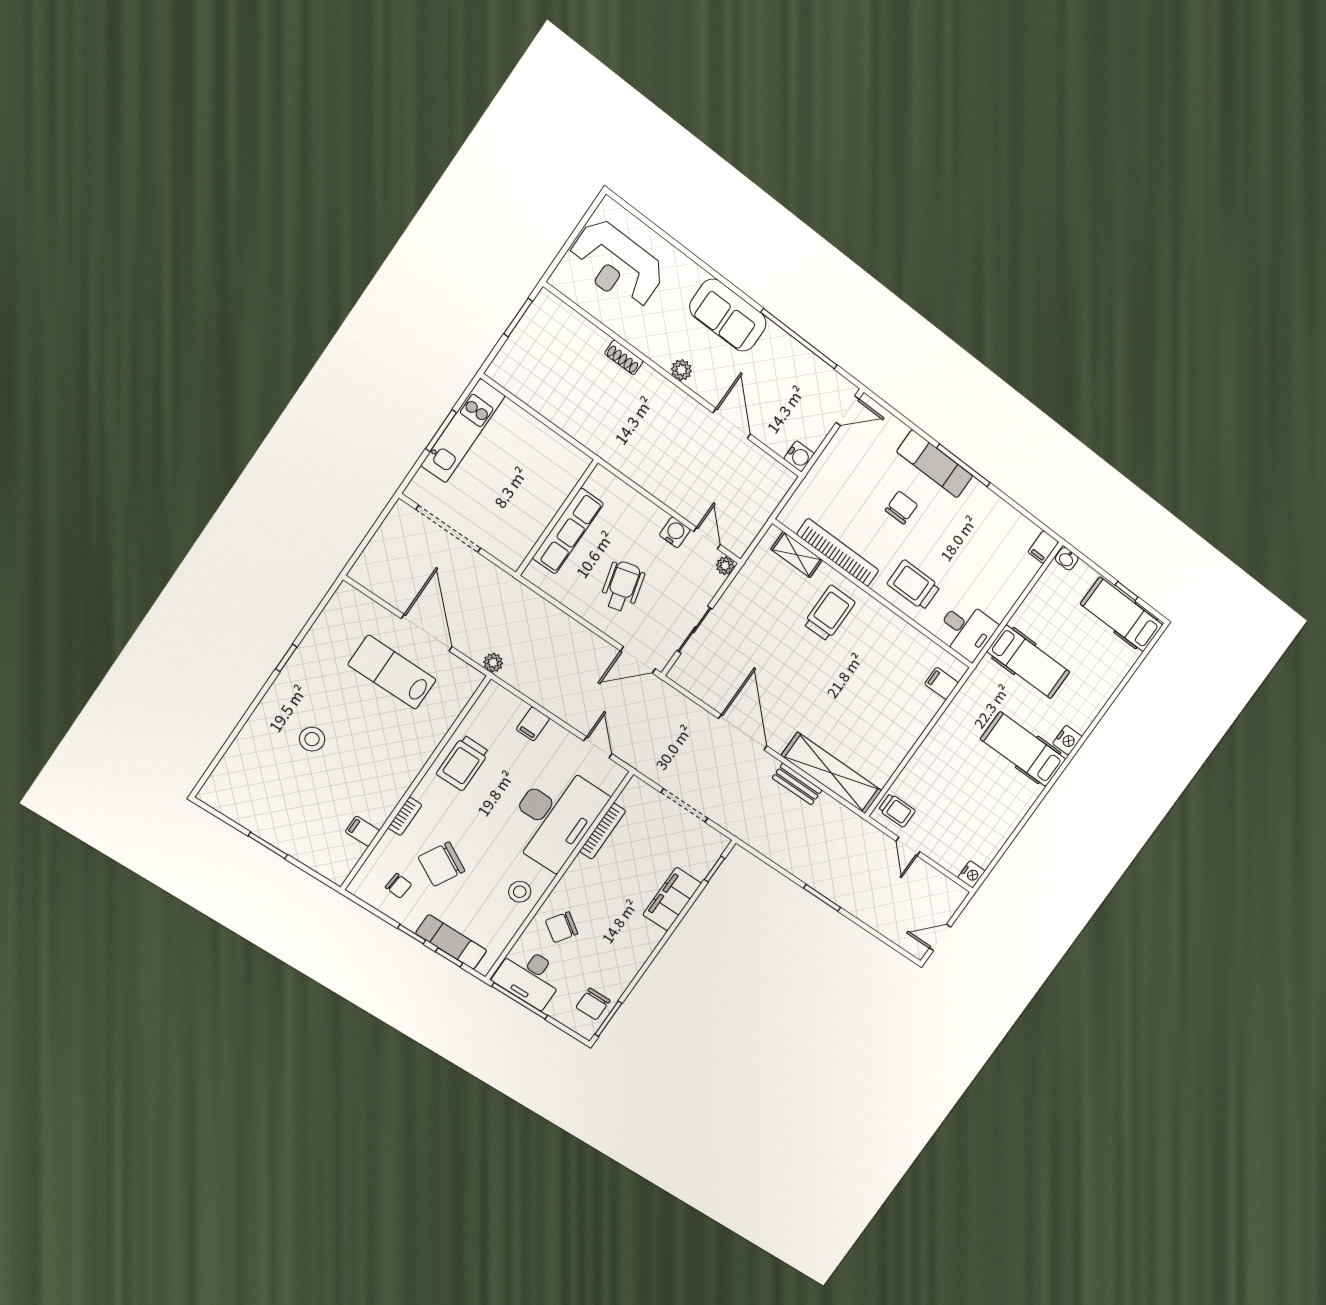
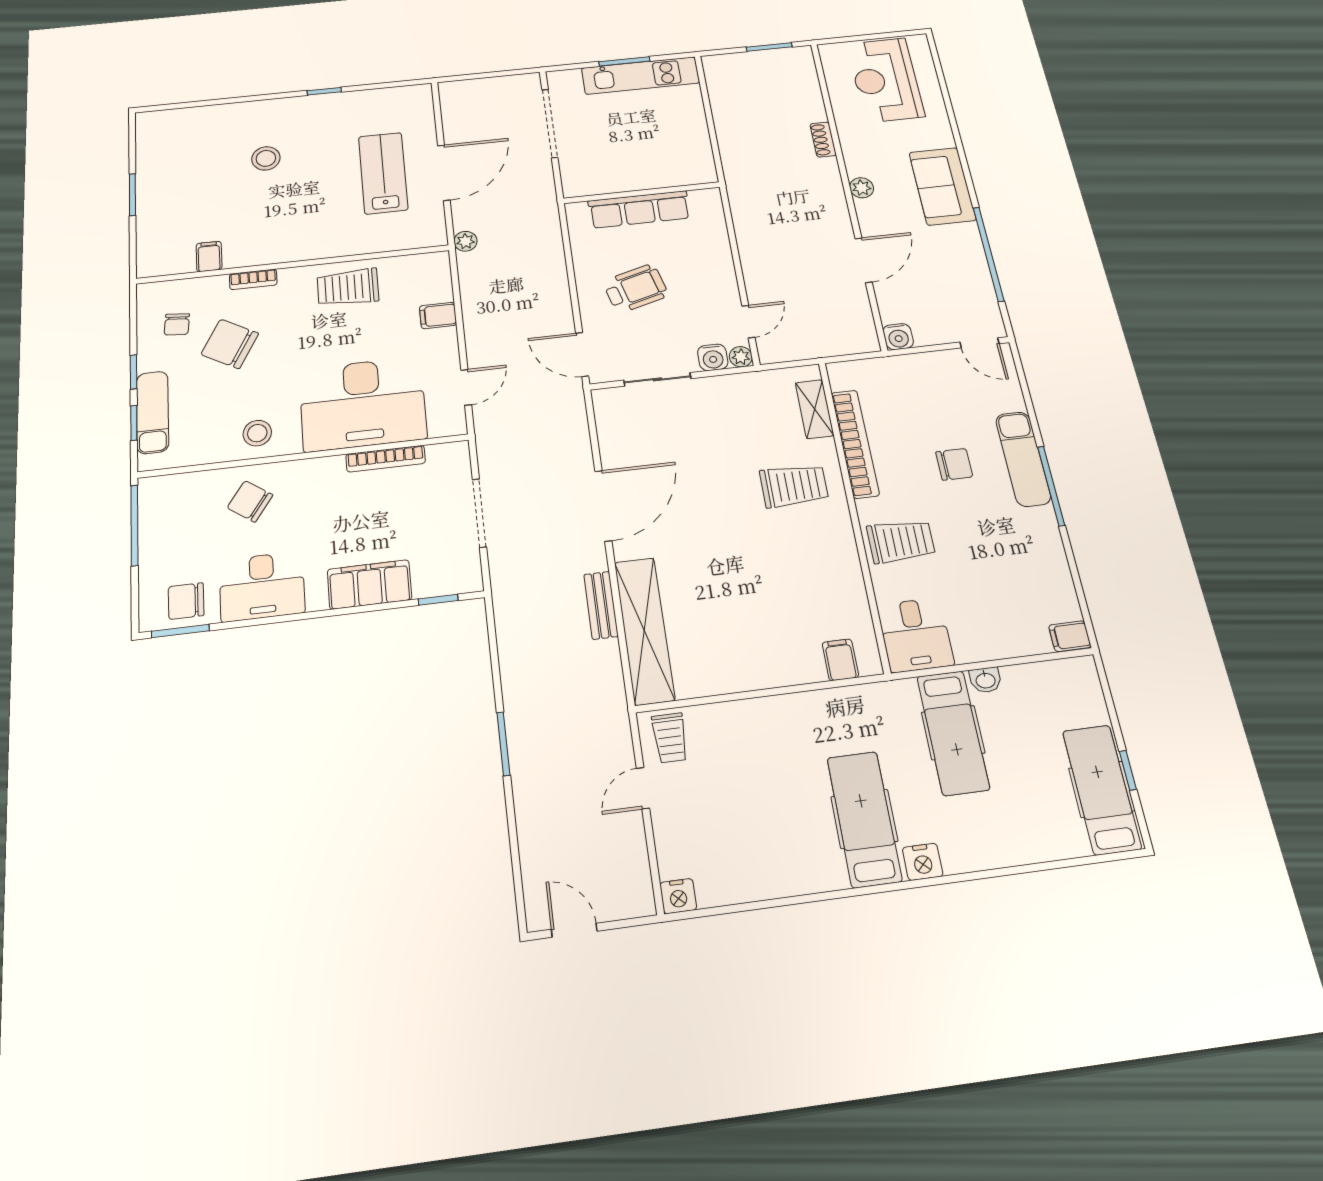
water cooler: (675, 532) -> (713, 357), moved, turned 90
washbasin: (1067, 559) -> (985, 680), moved, turned -90
trolley: (914, 585) -> (901, 541), turned 90
desk: (530, 977) -> (262, 586), moved, turned -90

